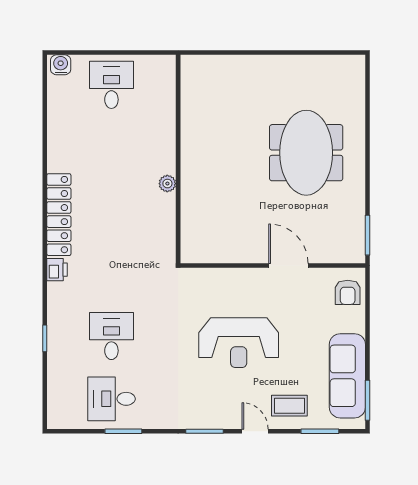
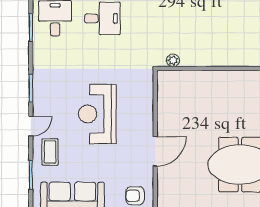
plant: (167, 184) -> (173, 60), moved

